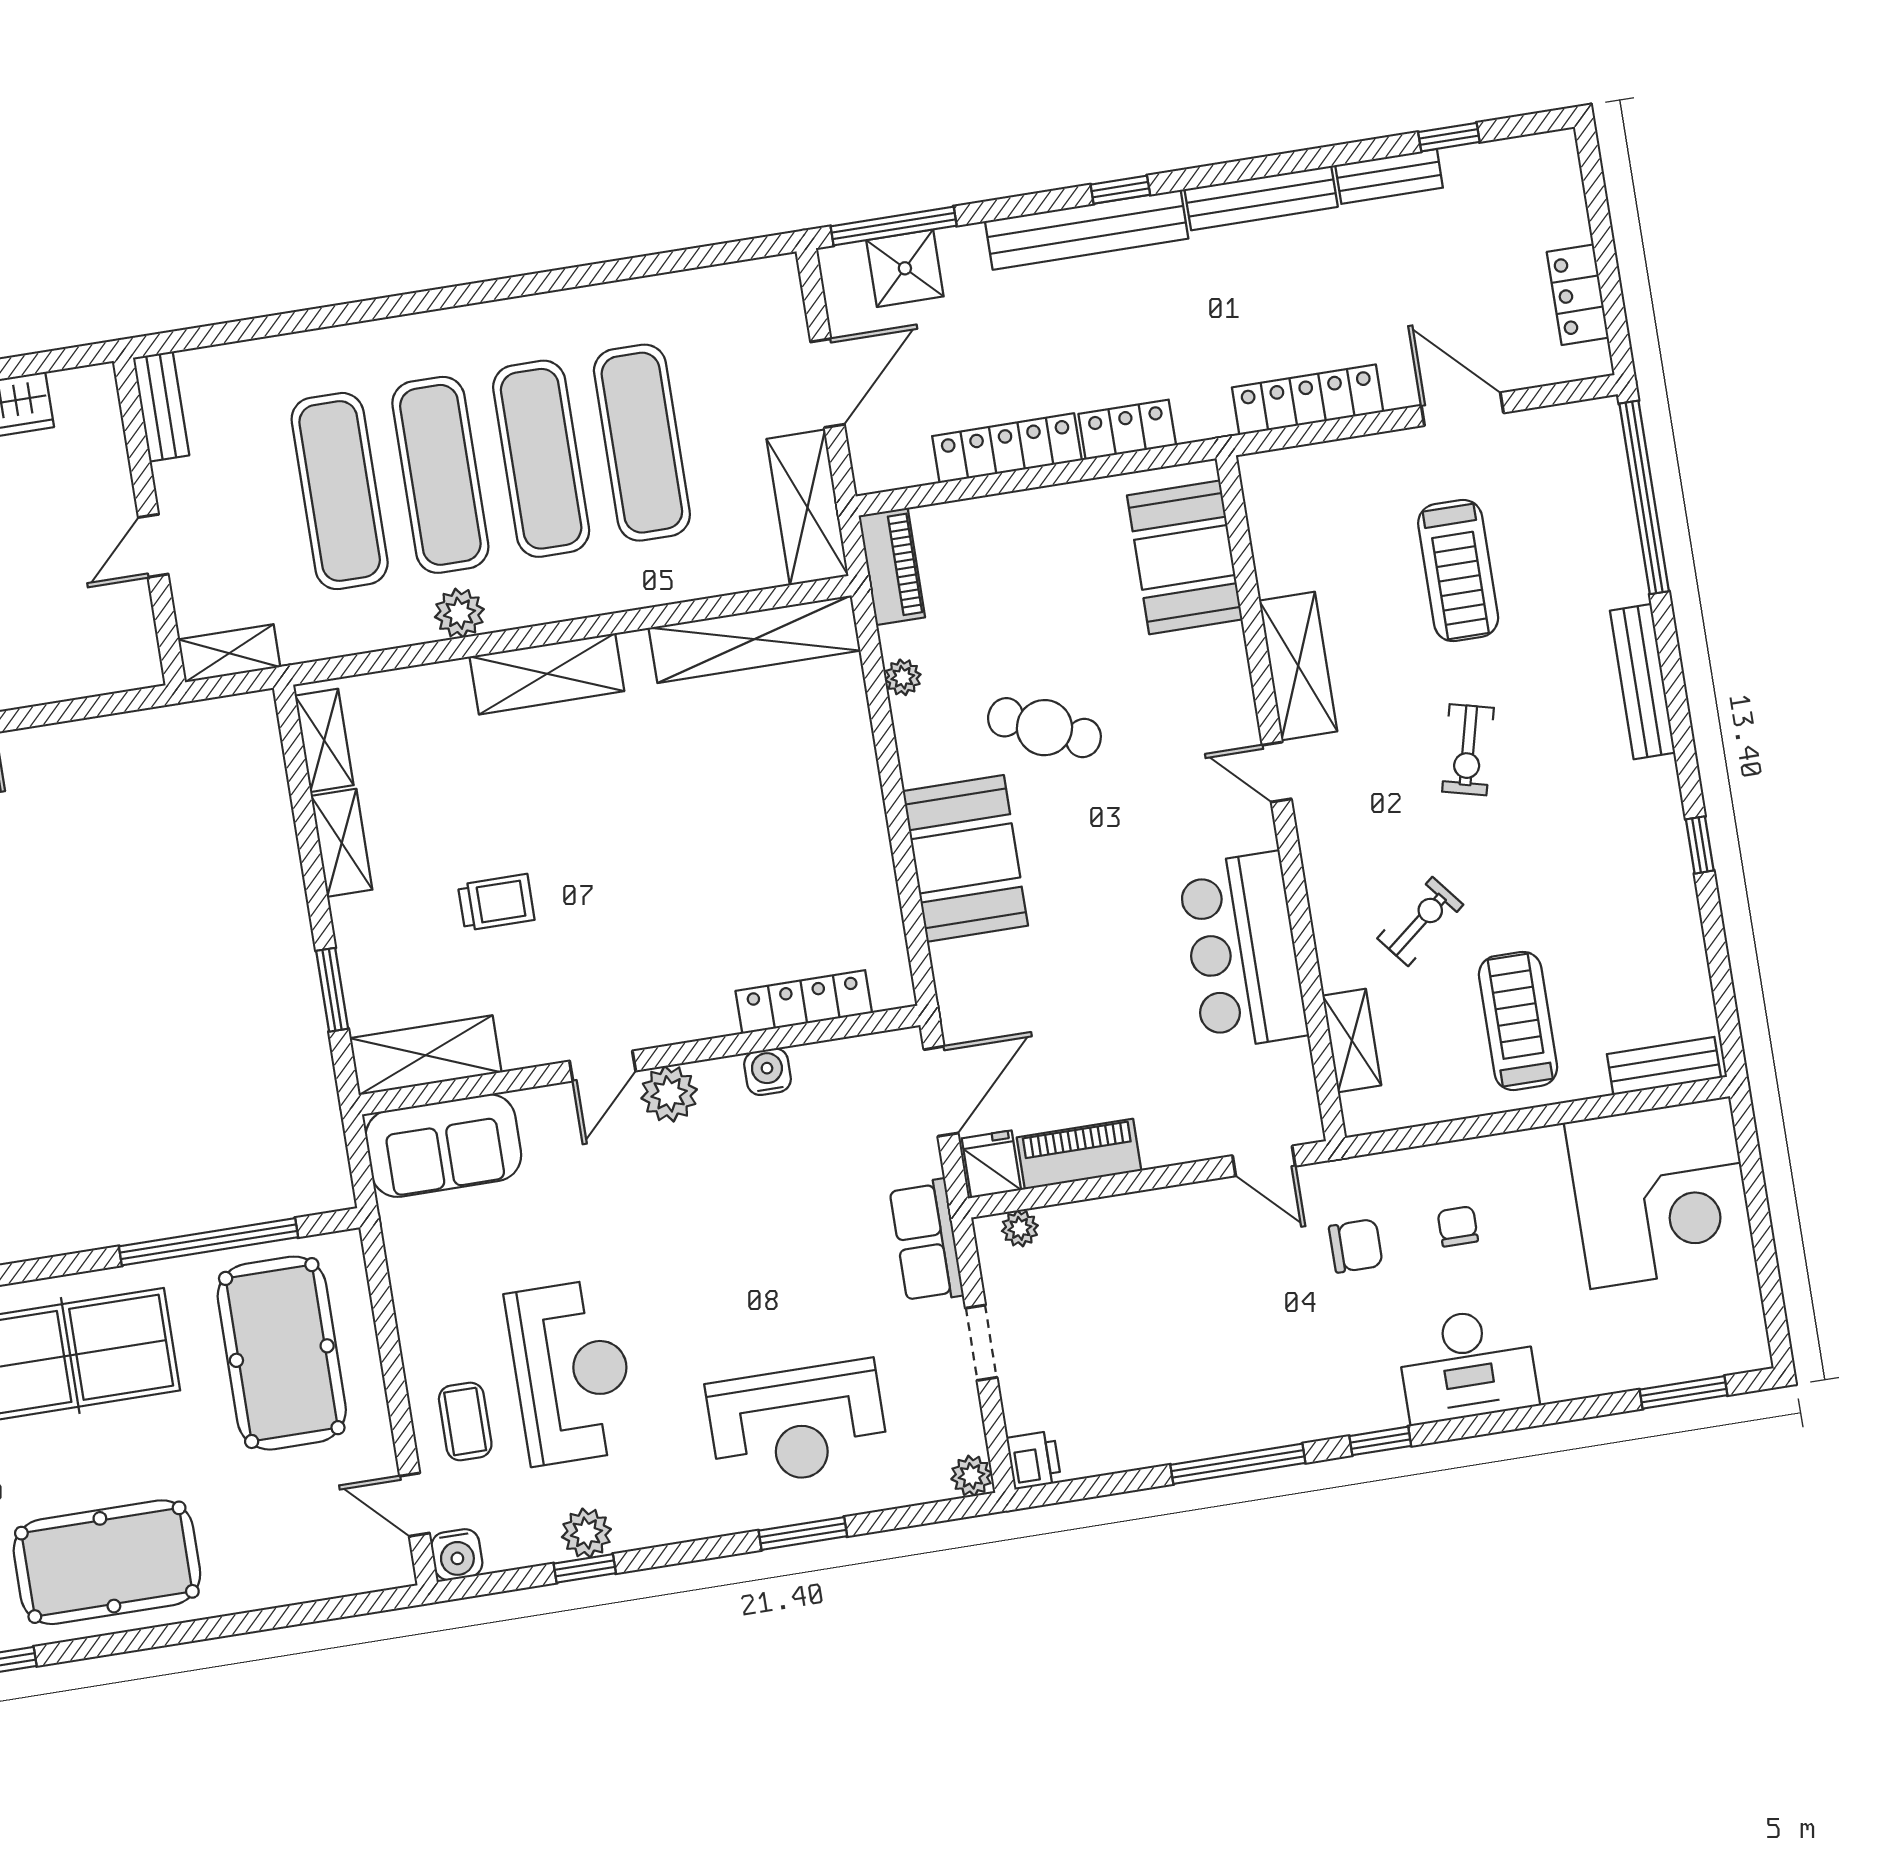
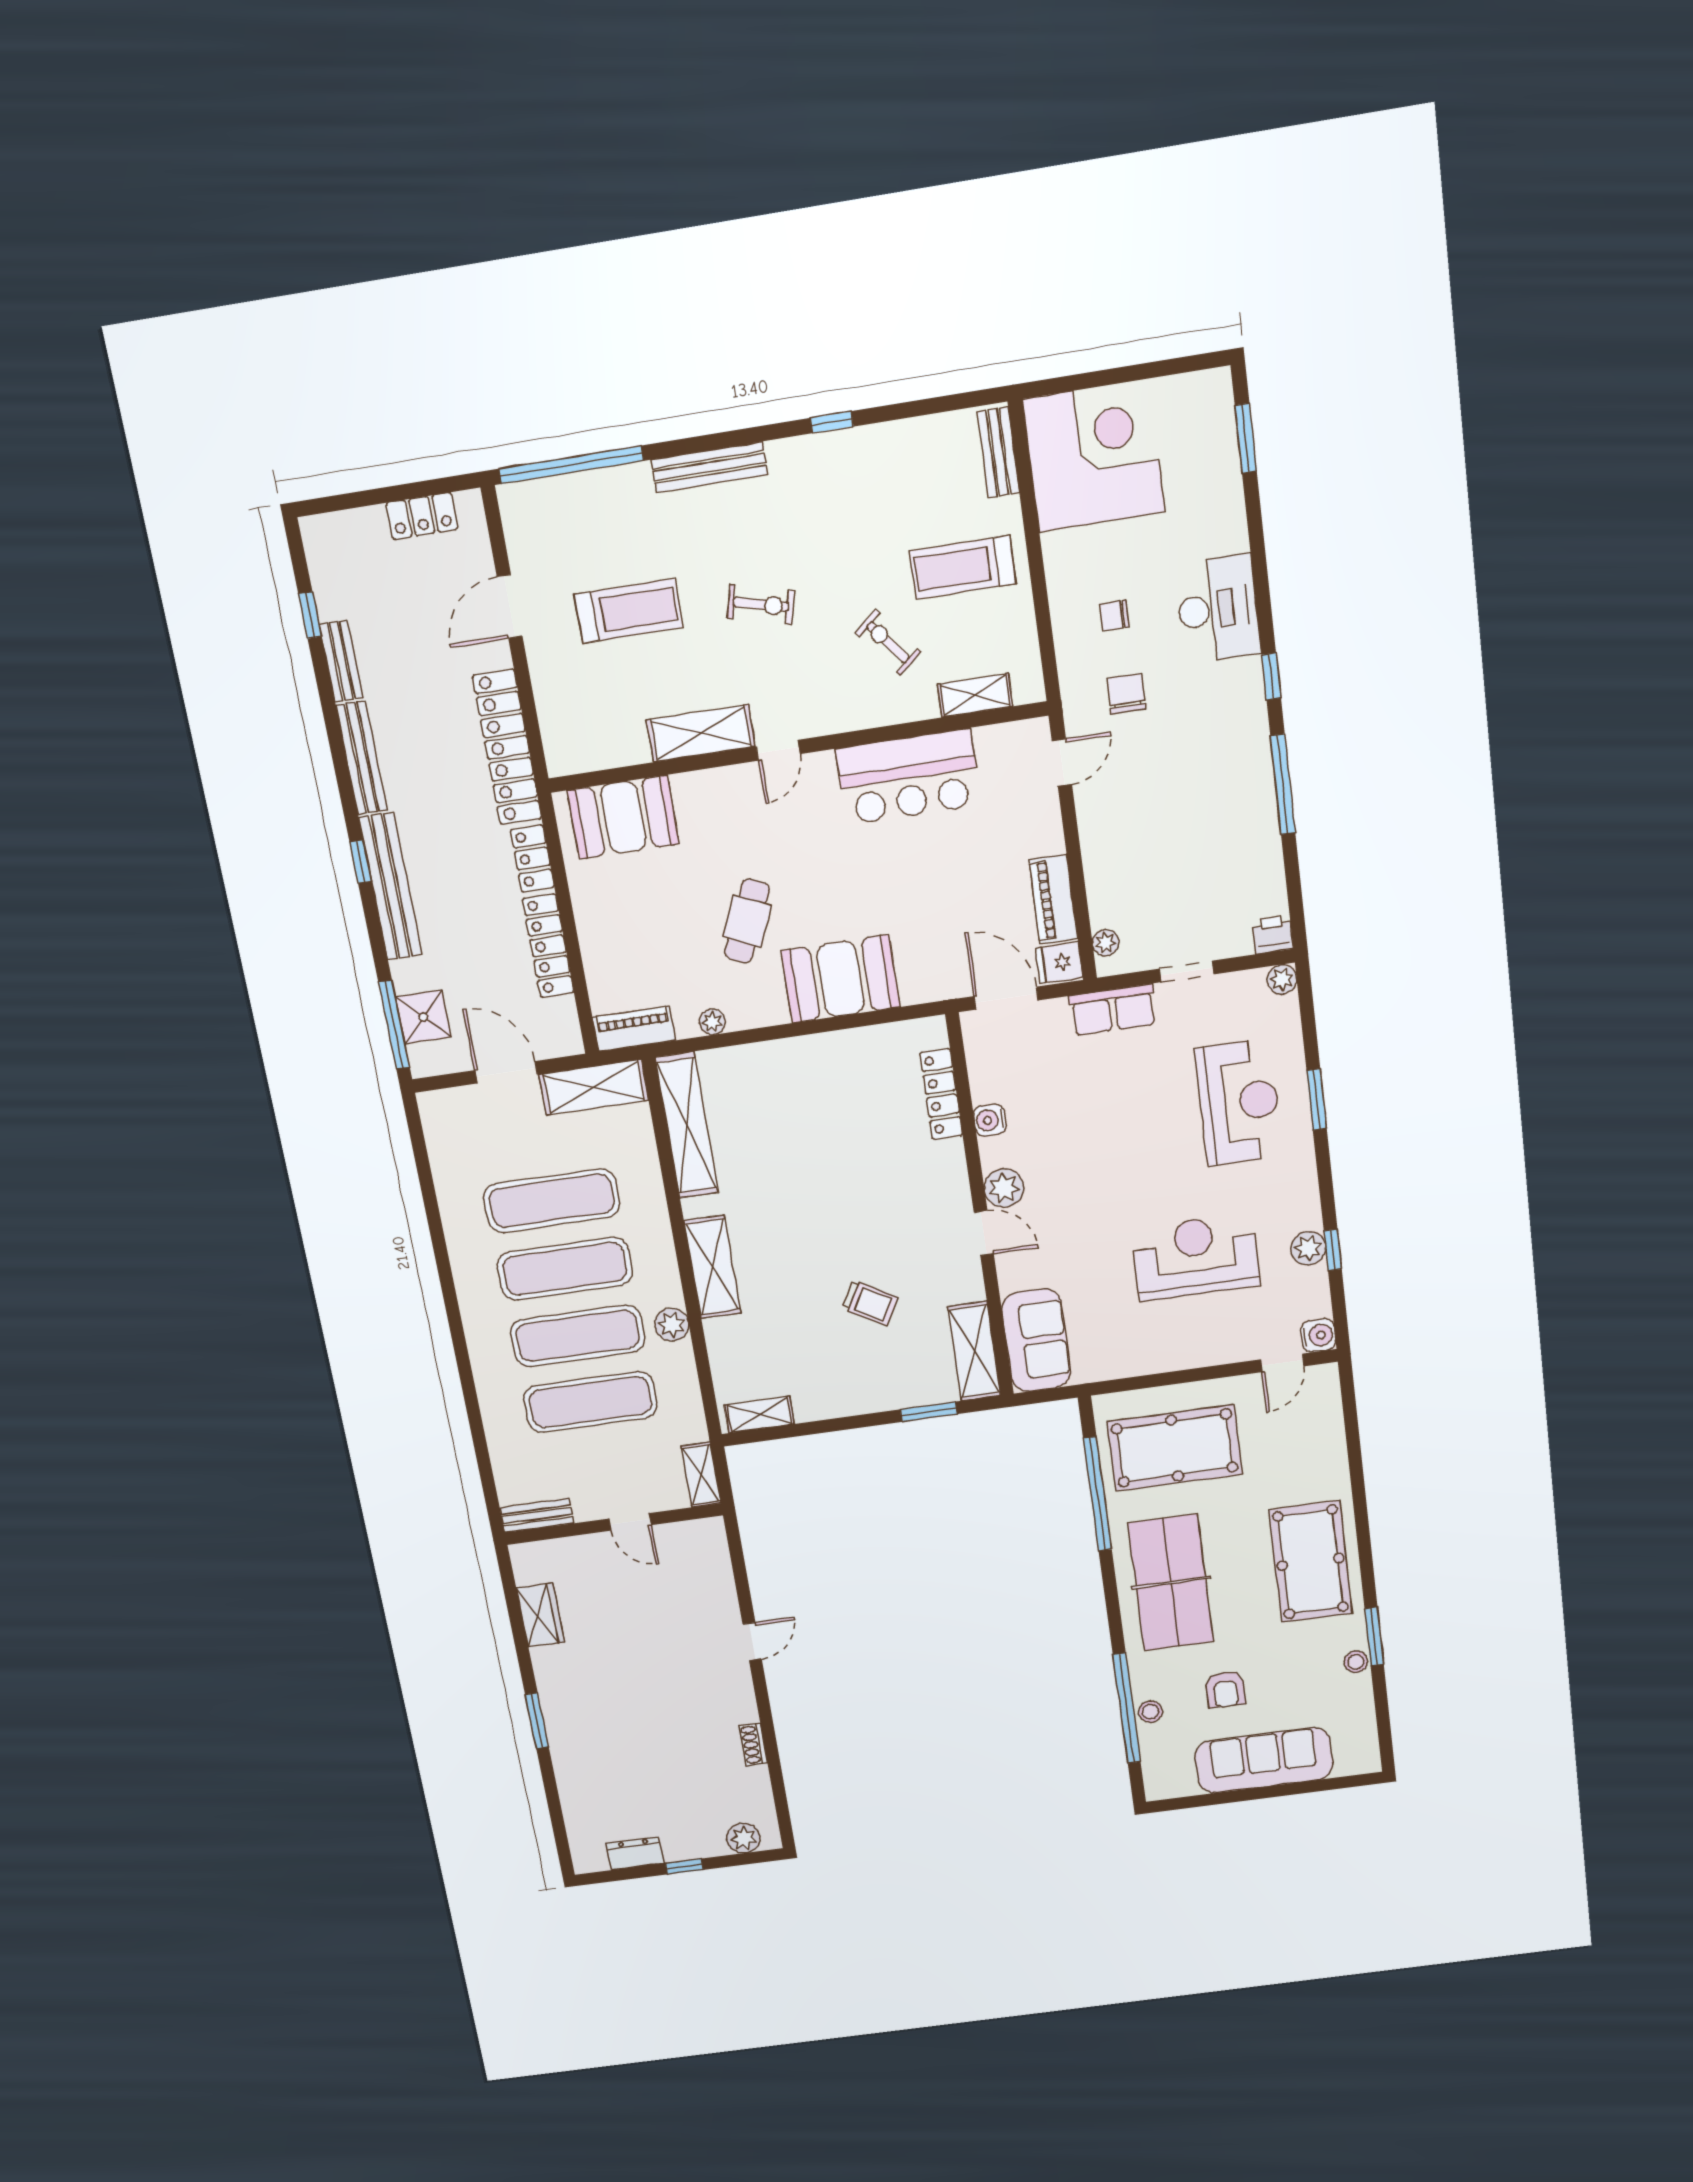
locker: (1308, 400) -> (507, 747), width x1.41, depth x1.21
shelving: (342, 843) -> (829, 1404), removed
trolley: (496, 902) -> (870, 1303), turned 120
coffee table: (465, 1421) -> (1227, 1329), removed

